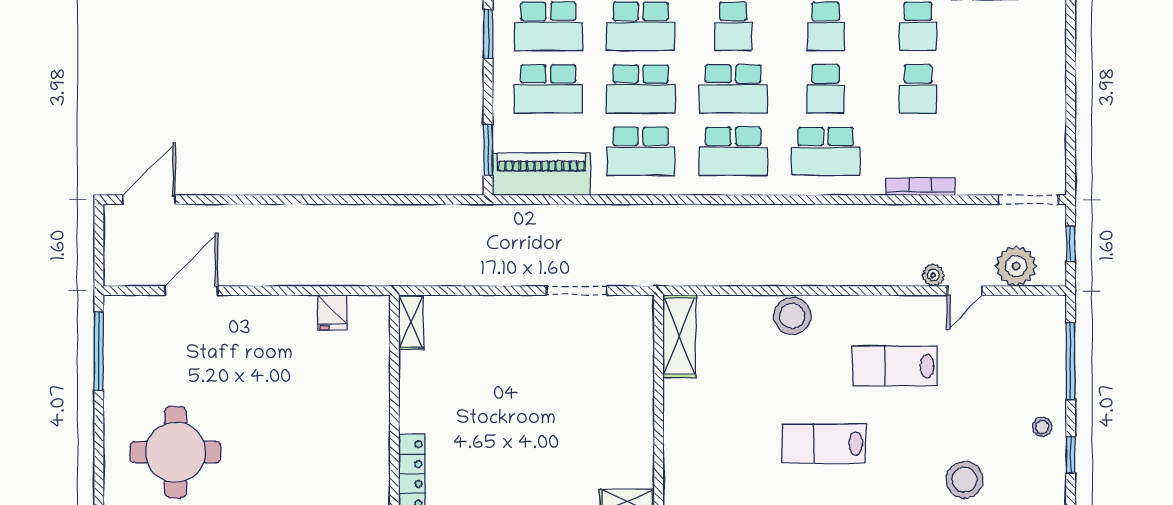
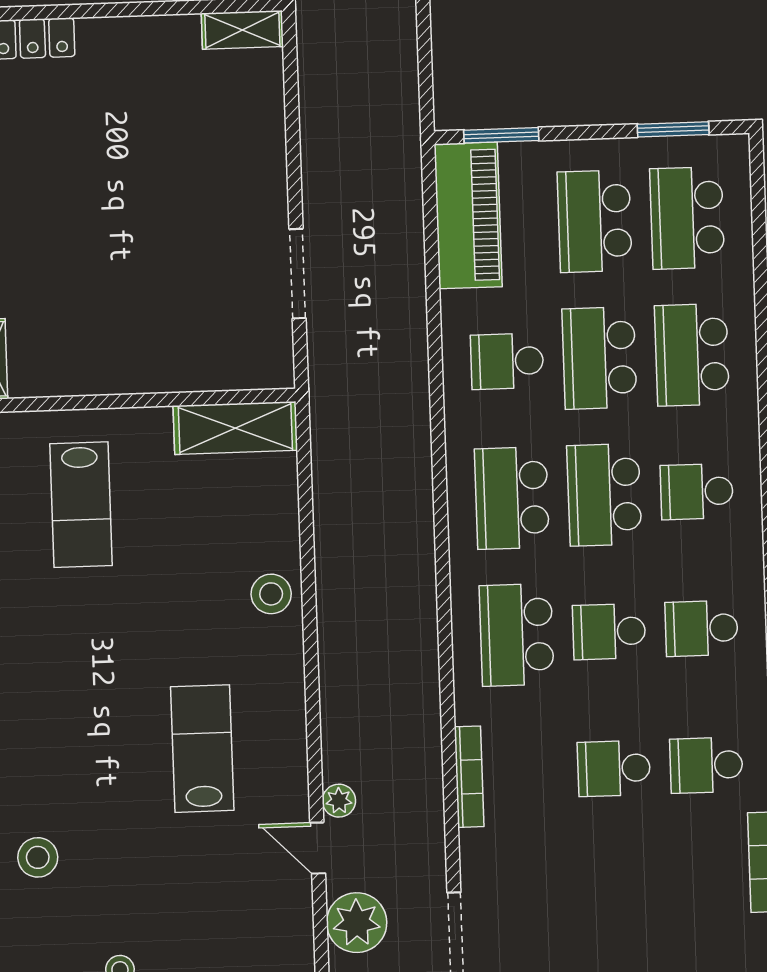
school desk: (641, 151) -> (507, 361), width x0.54
stool: (792, 316) -> (271, 594), width x0.73, depth x0.73
lab bench: (824, 444) -> (81, 505), moved, turned 180
stool: (965, 480) -> (38, 857), width x0.73, depth x0.73

